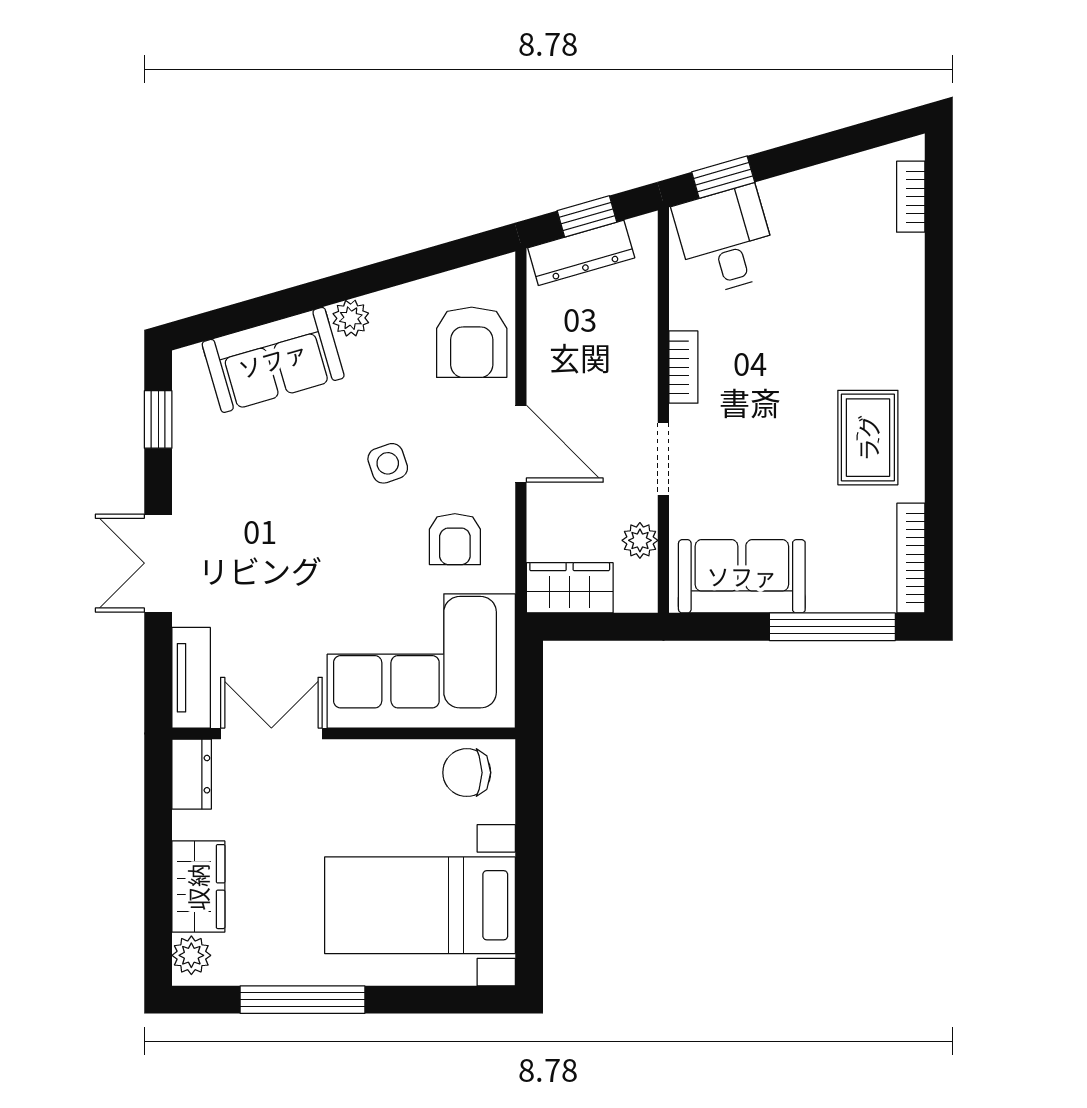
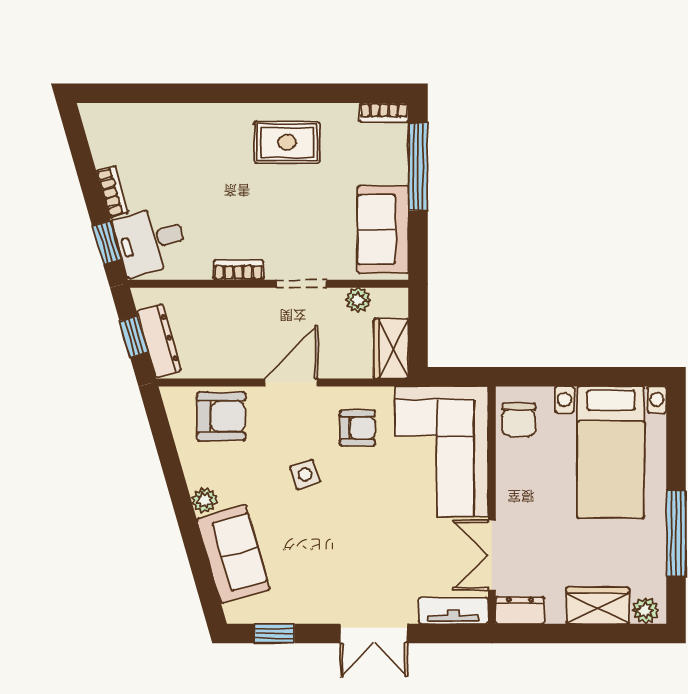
bookcase: (911, 197) -> (112, 192), moved, turned -106
bookcase: (911, 558) -> (384, 113), width x0.64

